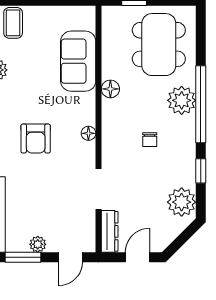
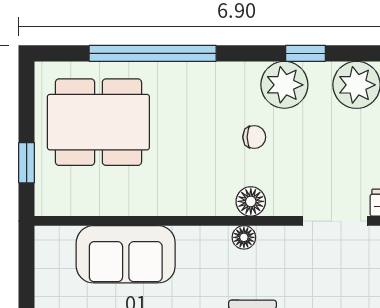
floor lamp: (110, 89) -> (251, 201), moved
plant: (182, 100) -> (284, 85), moved
window: (201, 104) -> (153, 53), moved

